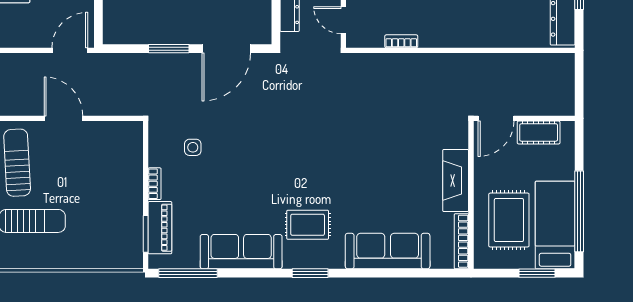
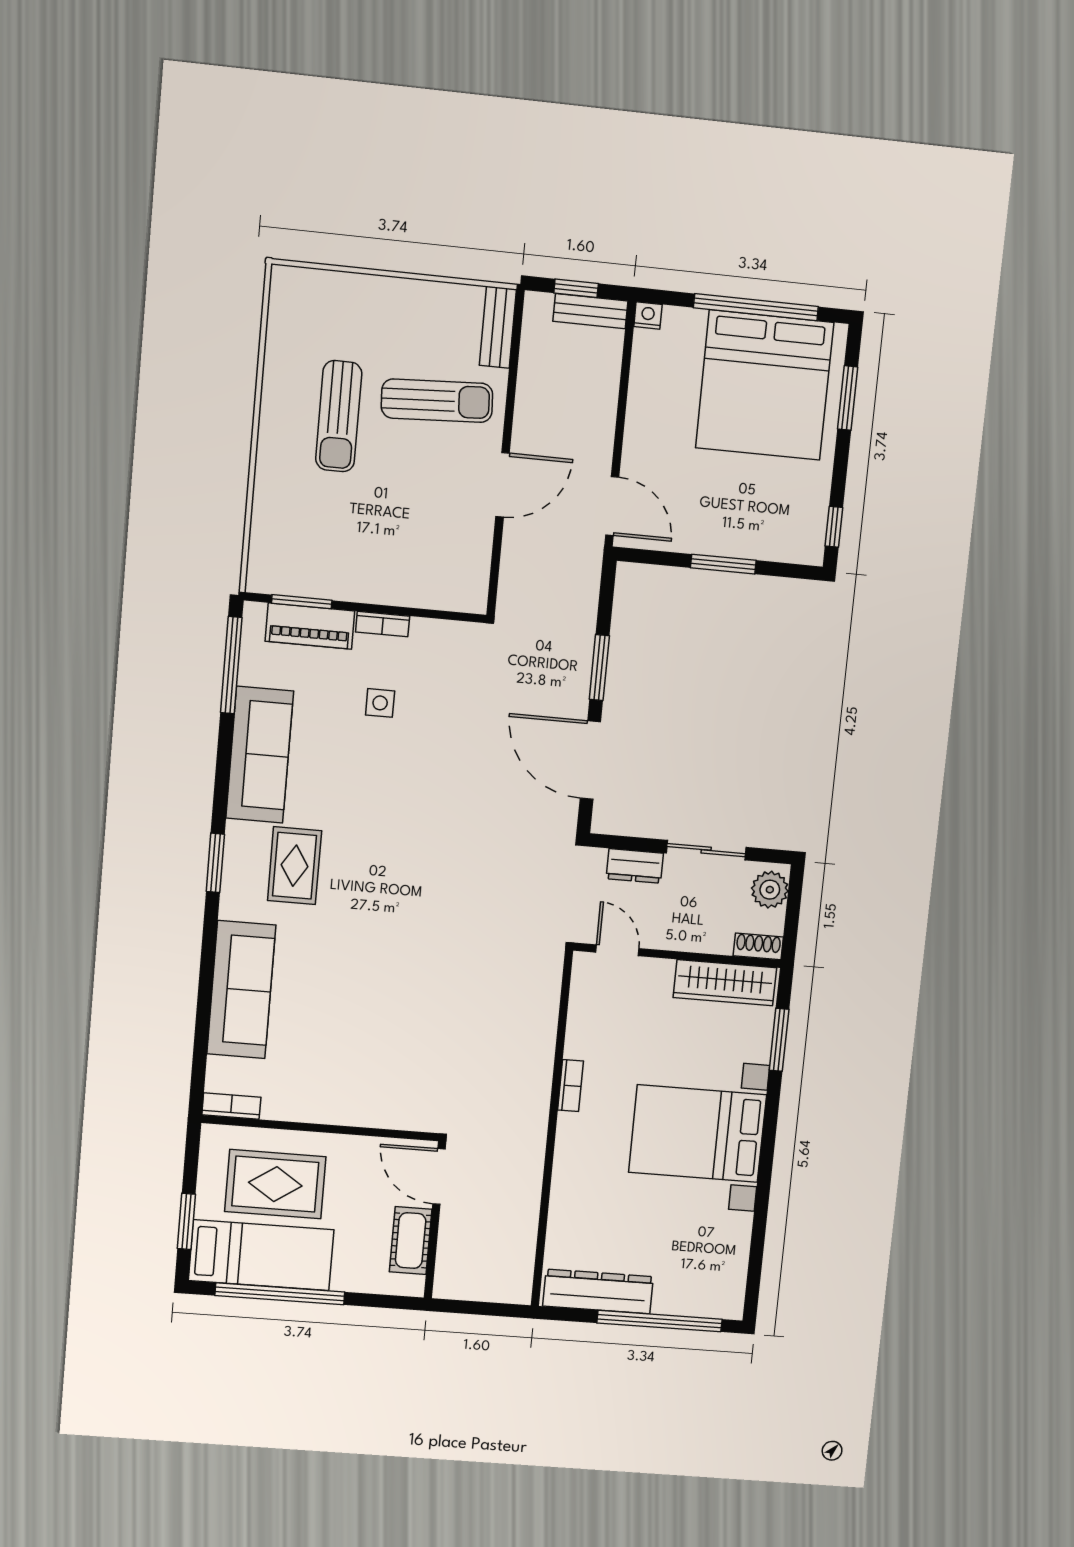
door: (343, 20) -> (617, 950), hinge flipped
bookcase: (401, 41) -> (570, 1086), moved
side table: (193, 147) -> (380, 703), moved
fireplace: (456, 180) -> (346, 1106), removed
bookcase: (461, 241) -> (231, 1106), width x0.64

